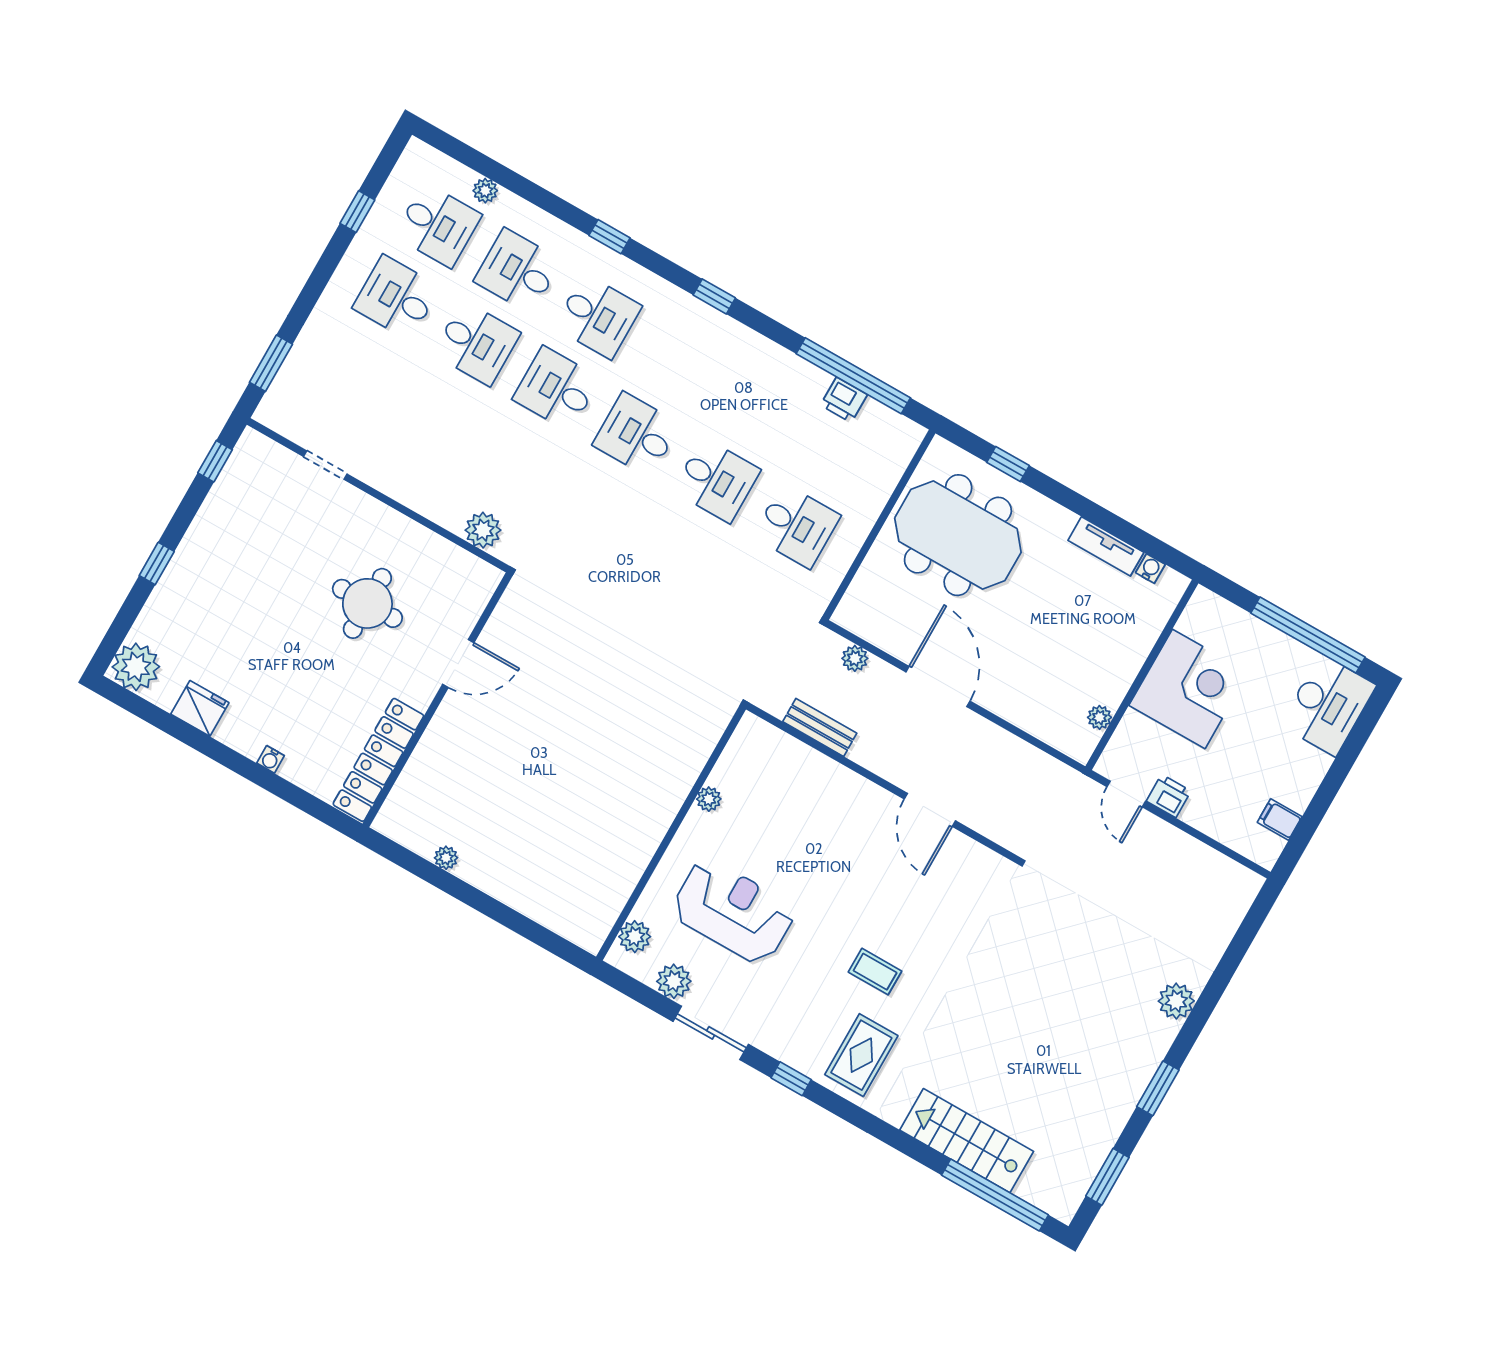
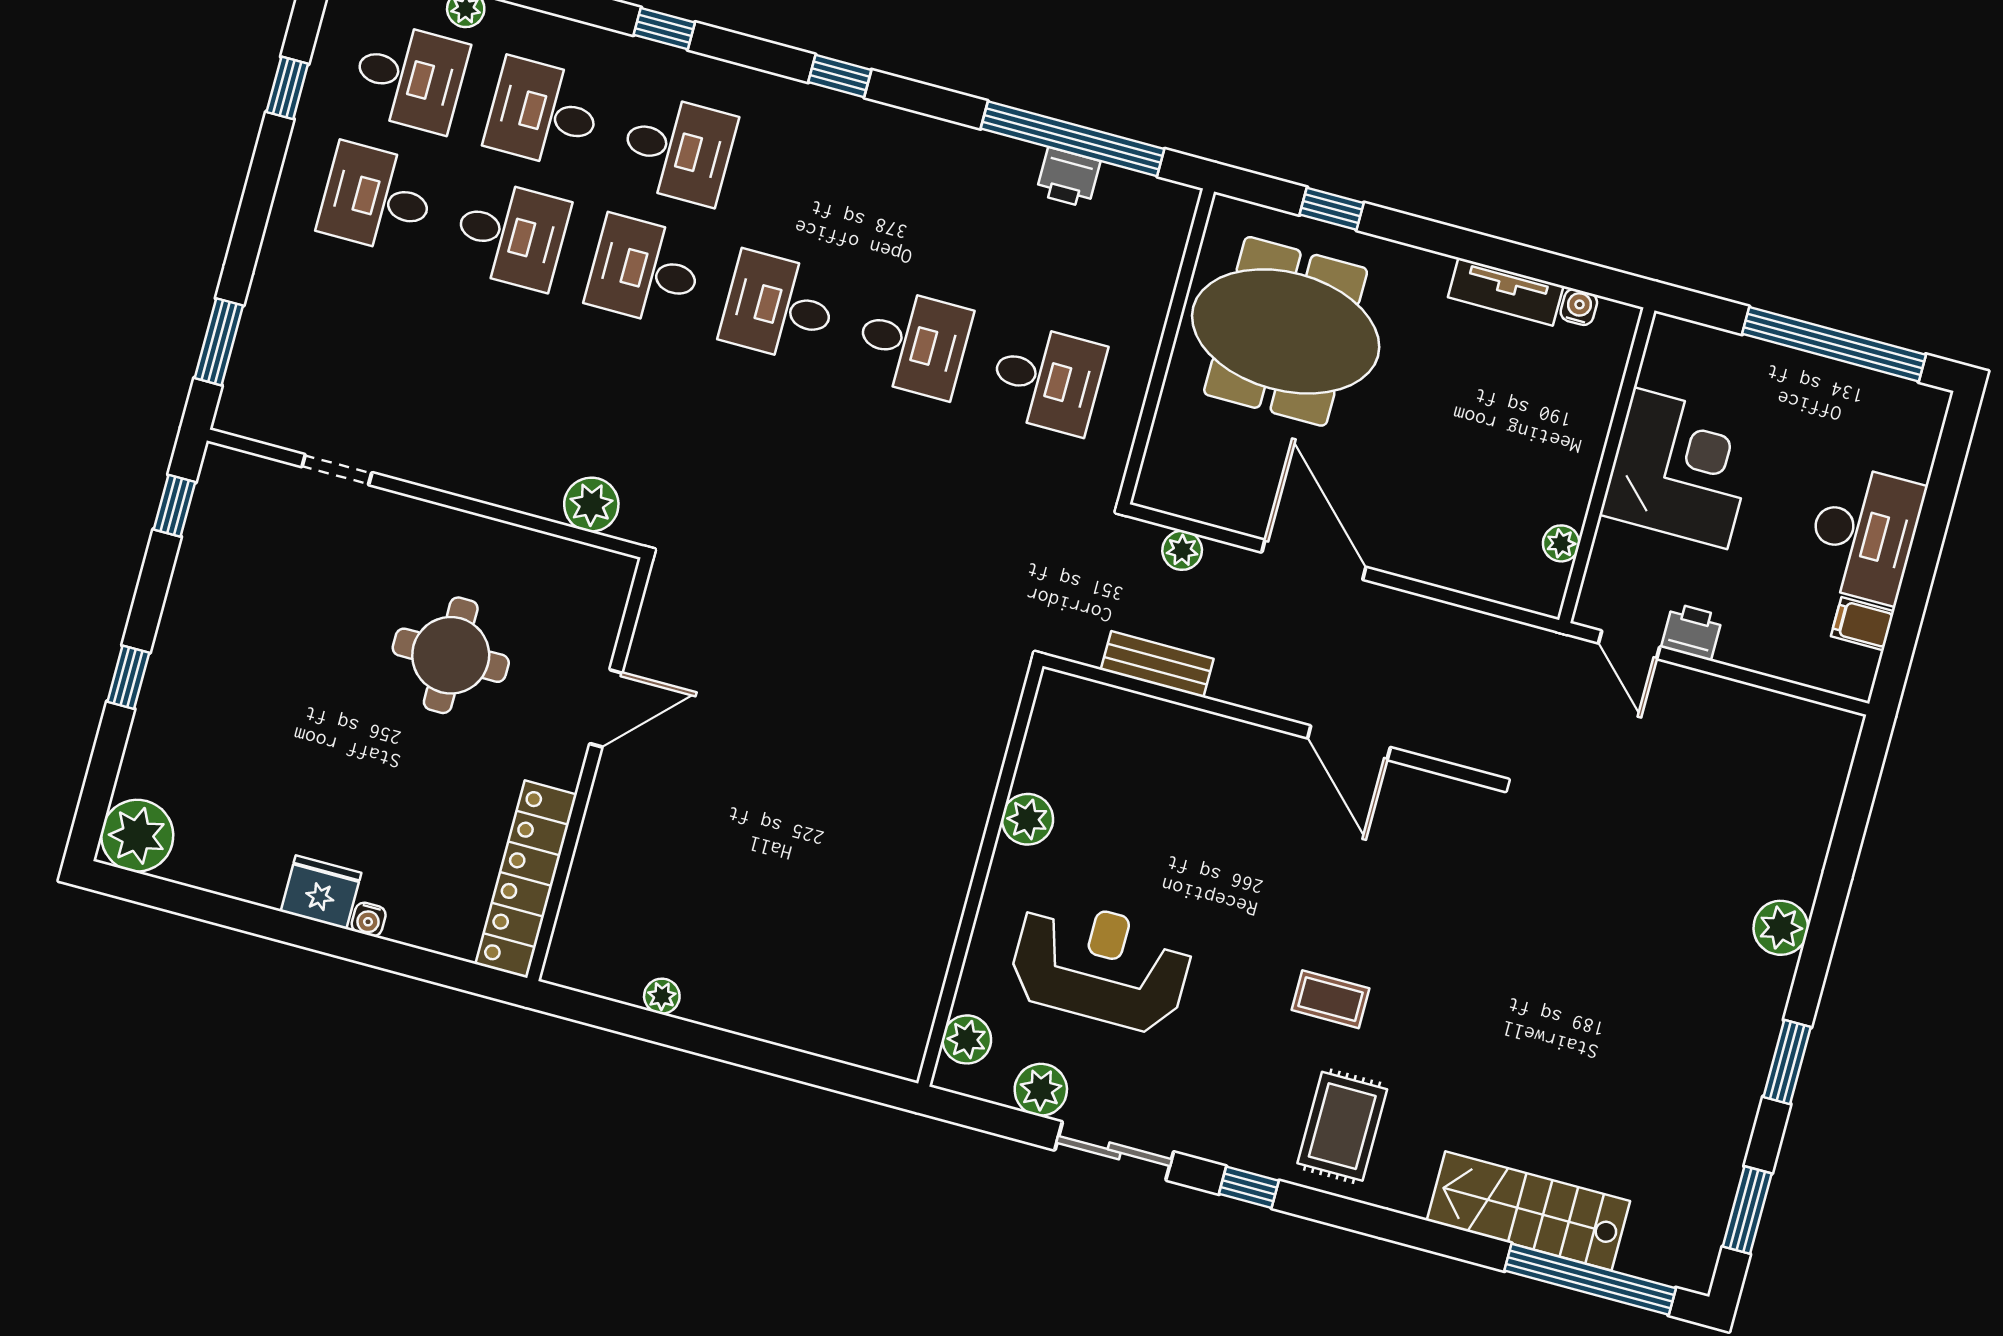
desk: (1328, 705) -> (1864, 534), moved
fridge: (200, 708) -> (321, 892), moved
plant: (709, 799) -> (1028, 819), width x1.38, depth x1.38

